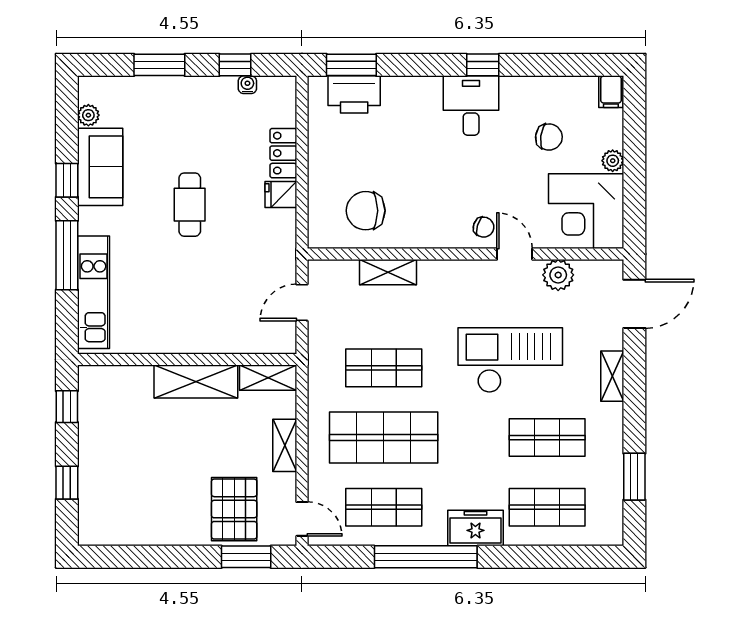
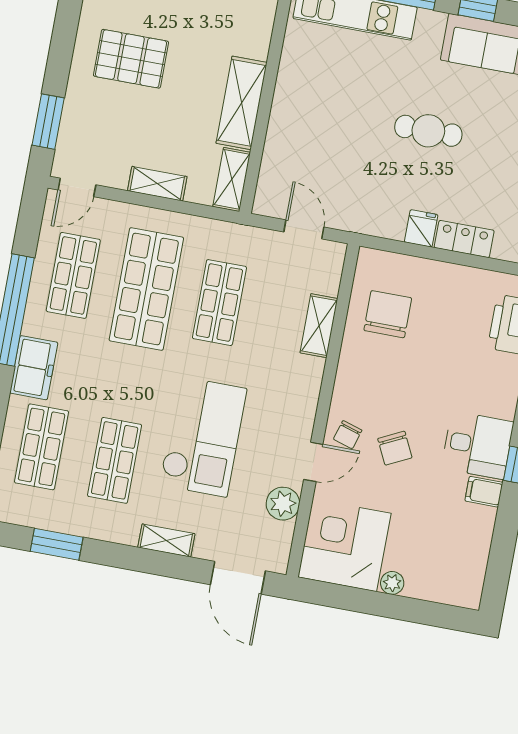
filing cabinet: (611, 92) -> (484, 492), moved
chair: (549, 137) -> (395, 448), moved, turned -34
pallet: (234, 509) -> (131, 59), moved

